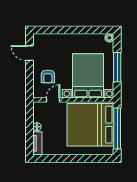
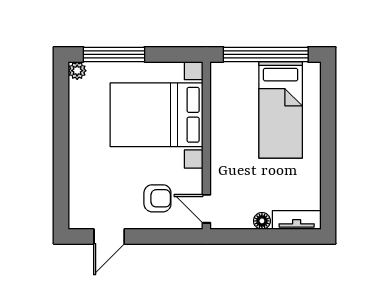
window: (117, 67) -> (114, 54), moved
door: (53, 100) -> (206, 209), moved
bed: (90, 125) -> (281, 110), width x0.49

